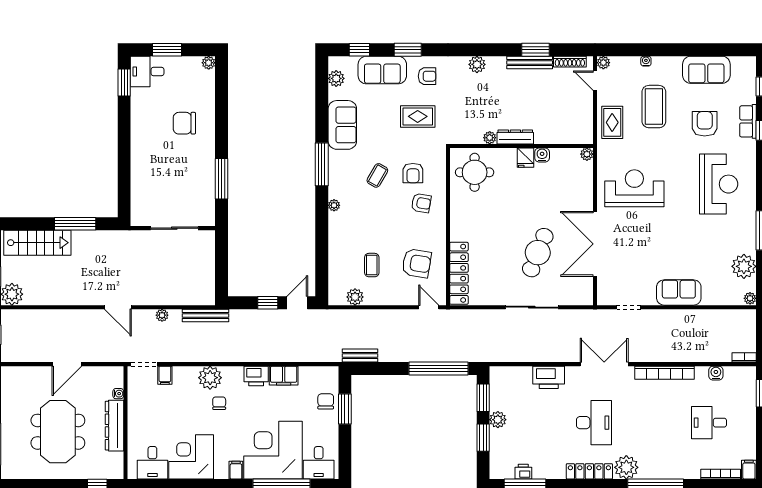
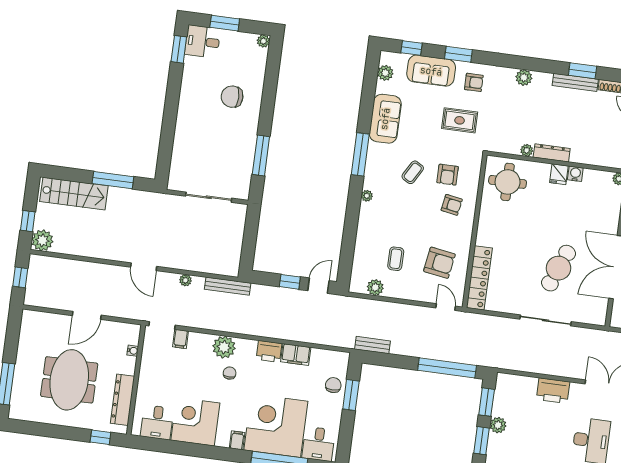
dresser: (114, 426) -> (122, 400), moved

